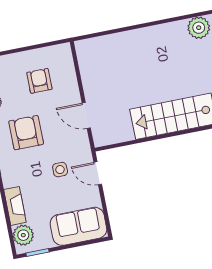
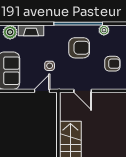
door: (86, 115) -> (83, 91), swing flipped

